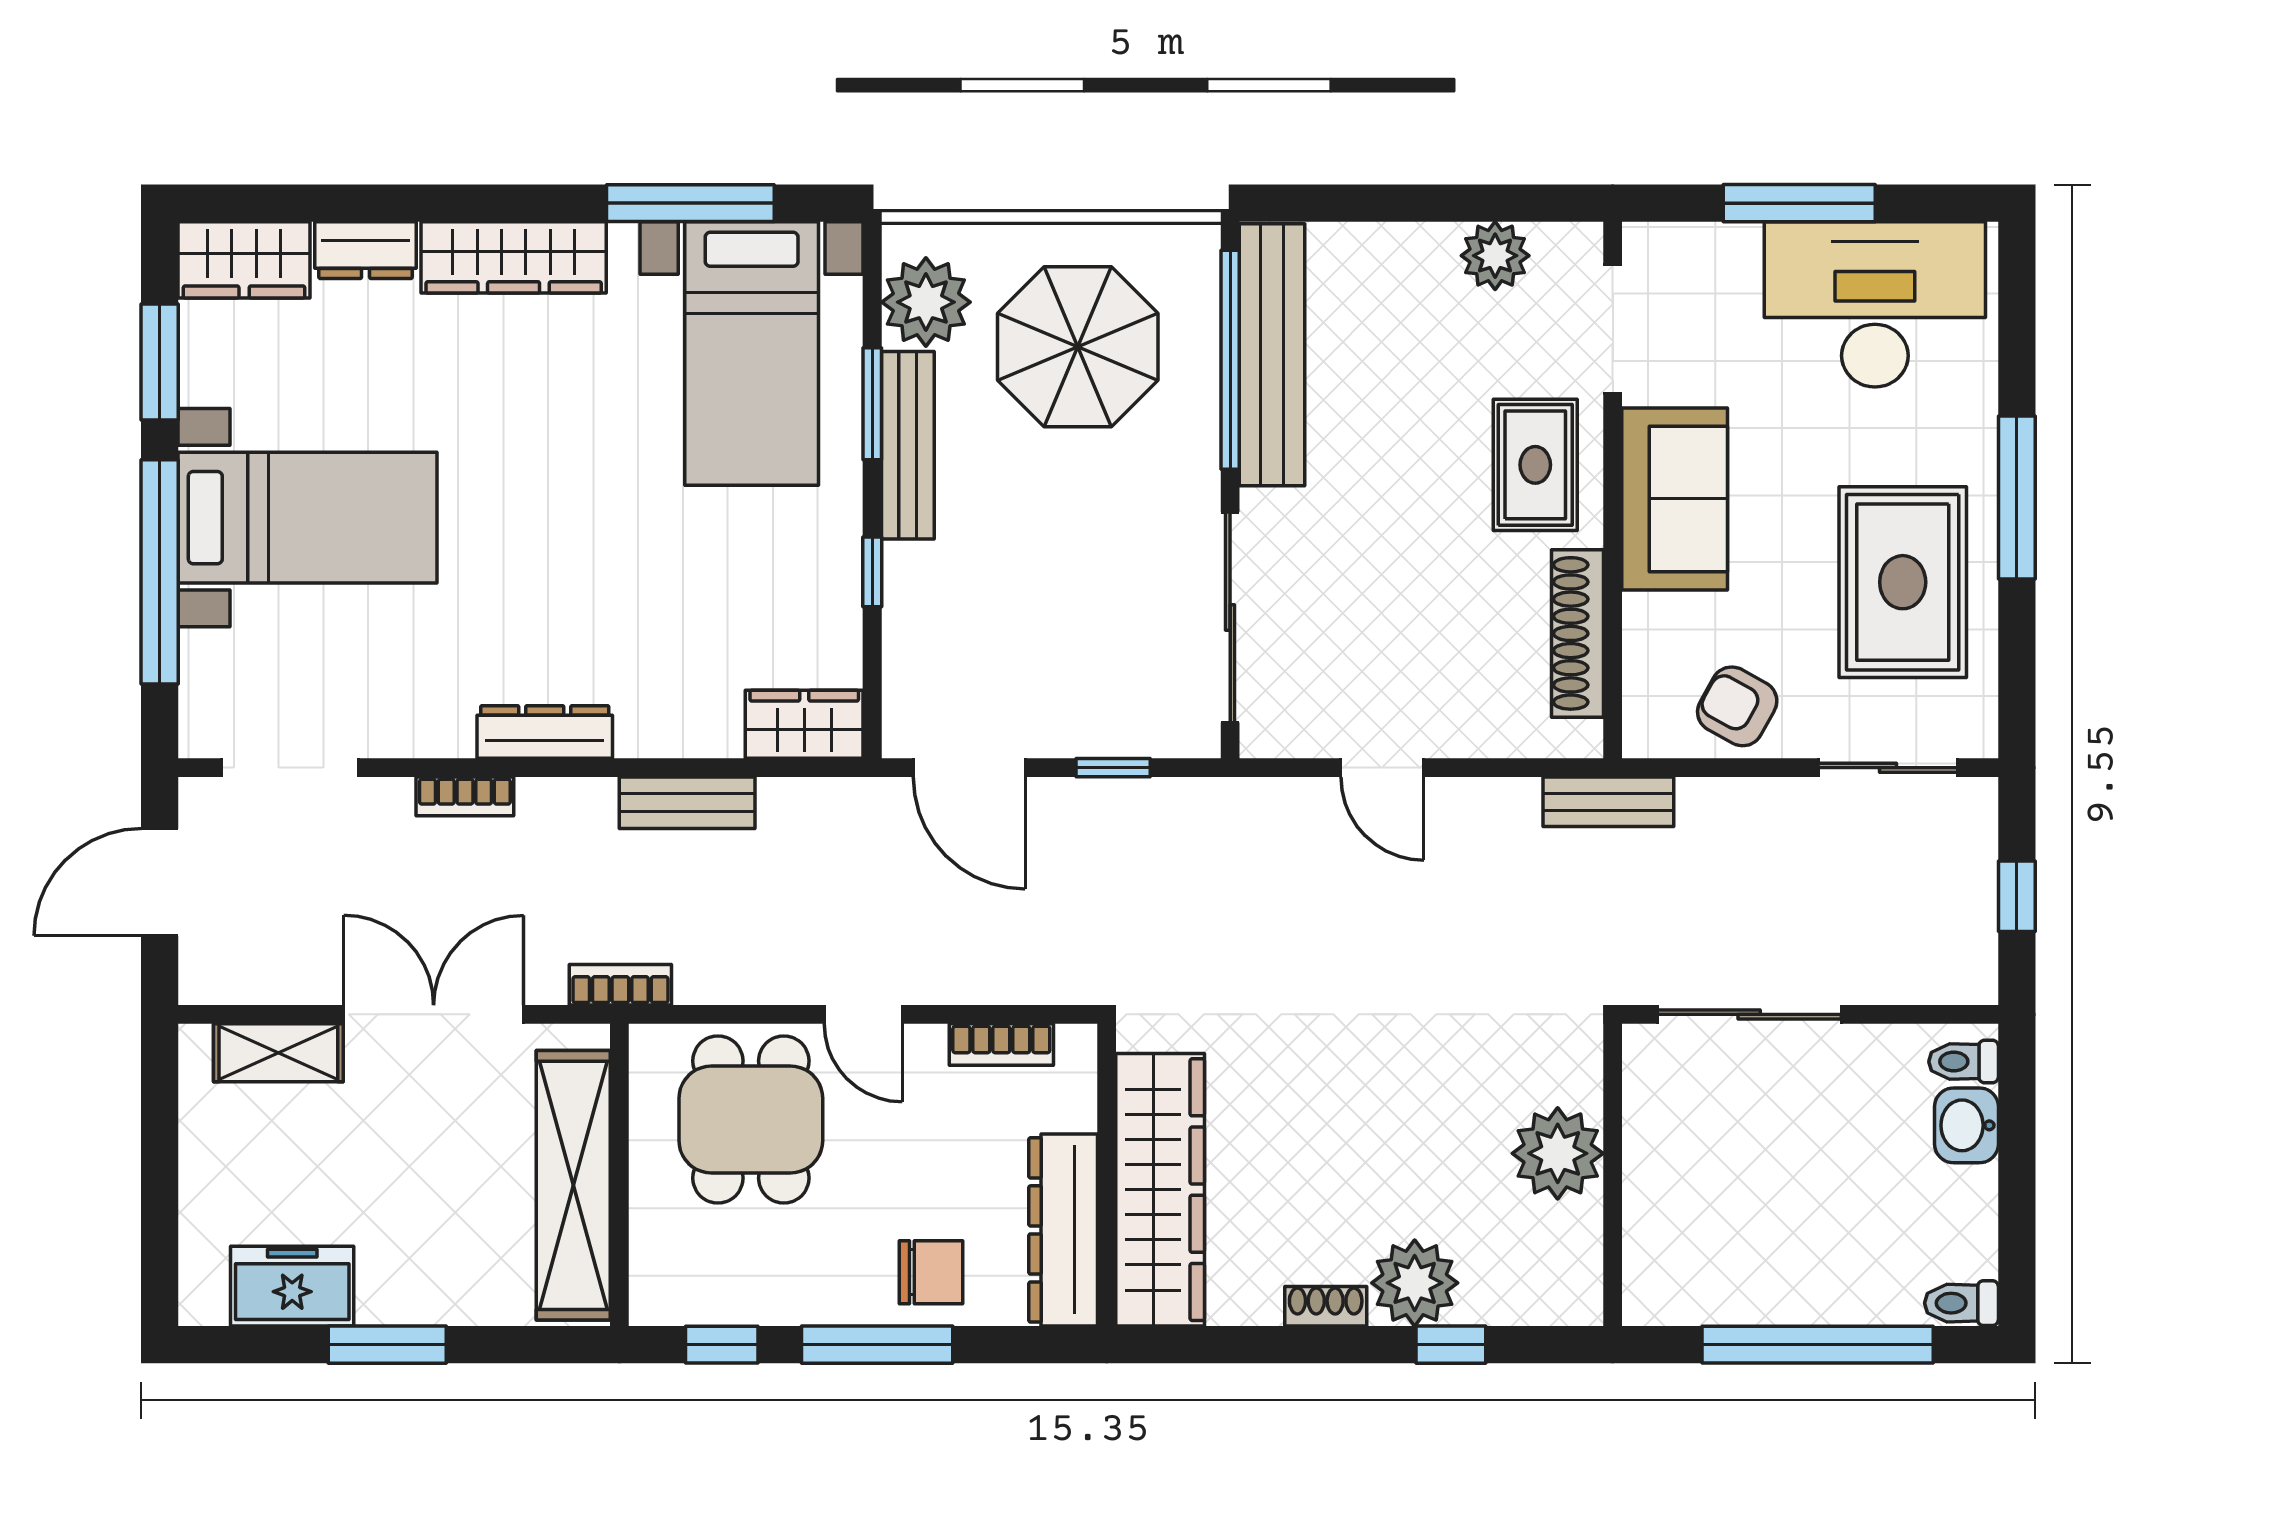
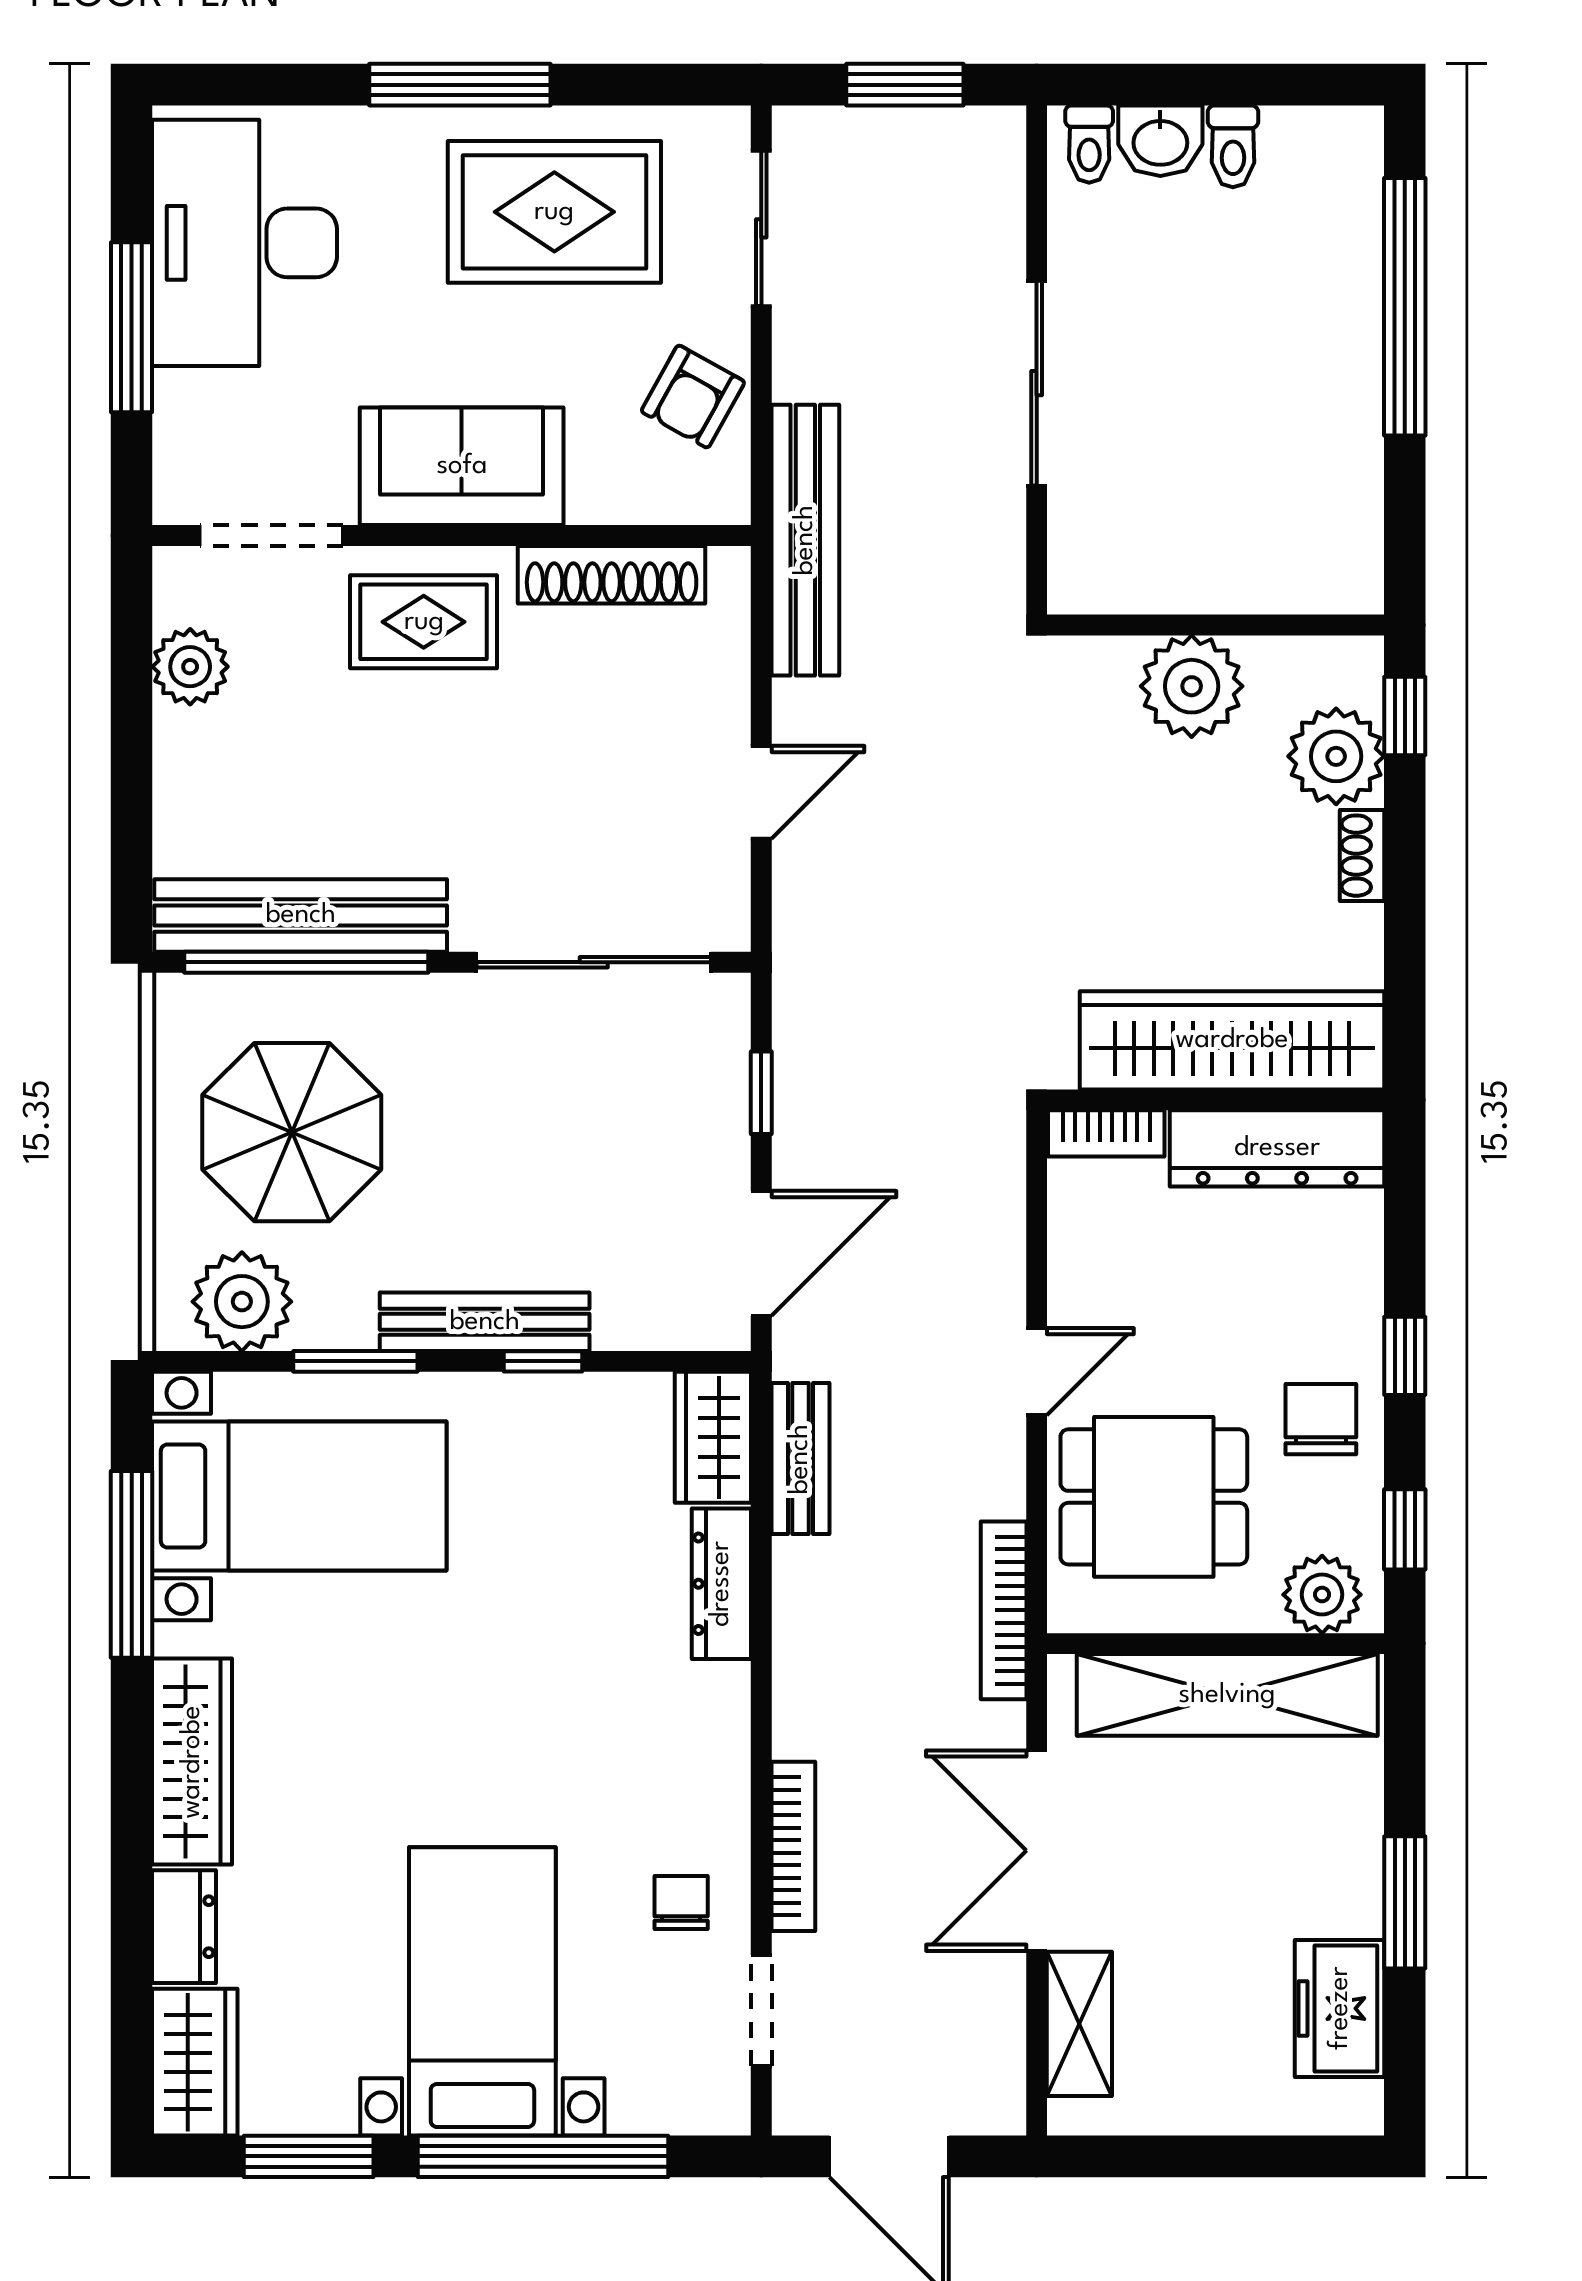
bench: (908, 445) -> (485, 1322), moved
chair: (387, 696) -> (681, 1903), added
dresser: (545, 732) -> (721, 1584), moved
doorway: (290, 768) -> (761, 2011), width x0.73
bookcase: (465, 796) -> (793, 1846), width x1.56
bench: (1608, 802) -> (805, 540), width x1.86, depth x1.21
bench: (687, 803) -> (800, 1459), moved
window: (2017, 896) -> (905, 85), width x1.50
bookcase: (620, 985) -> (1004, 1610), width x1.56
bookcase: (1001, 1045) -> (1106, 1133), moved, turned 90
plant: (1558, 1153) -> (1192, 686), moved
wall: (1613, 1175) -> (1216, 625), moved
plant: (663, 1270) -> (1322, 1595), added
chair: (931, 1272) -> (1321, 1419), moved
toilet: (1961, 1303) -> (1233, 146), moved
window: (877, 1345) -> (1405, 1356), width x0.46

